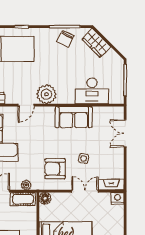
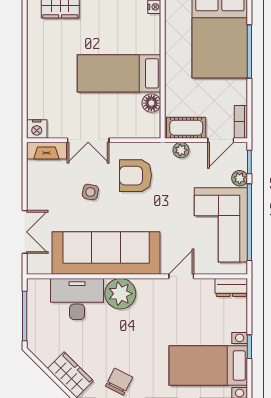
plant: (46, 94) -> (120, 294), moved
sofa: (74, 117) -> (106, 253), width x1.85, depth x1.27
armchair: (55, 169) -> (135, 176), turned 180
floor lamp: (45, 198) -> (151, 103), moved

